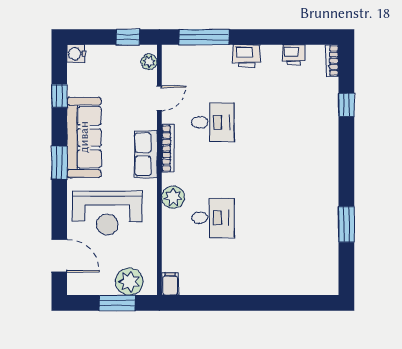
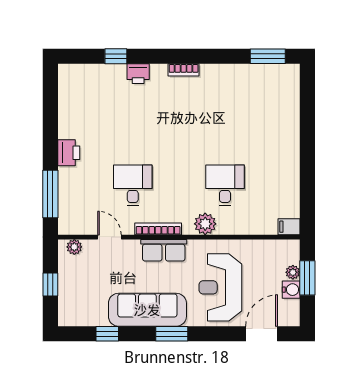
window: (128, 37) -> (50, 285), moved
water cooler: (76, 54) -> (291, 290), moved, turned -90
printer: (293, 55) -> (138, 74), moved, turned 90
bookcase: (332, 61) -> (184, 70), moved
reception desk: (107, 213) -> (220, 287), turned 180
window: (346, 224) -> (268, 56), moved
plant: (129, 282) -> (293, 272), width x0.53, depth x0.53

